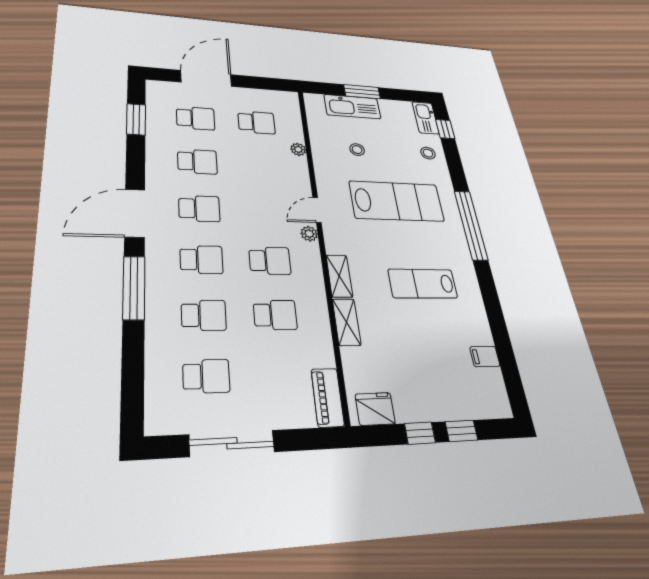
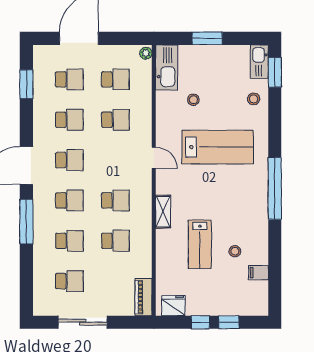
kitchen sink: (352, 107) -> (167, 68), moved, turned -90
window: (445, 129) -> (275, 72), width x1.50
plant: (298, 149) -> (146, 53), moved
school desk: (261, 165) -> (115, 120), added
door: (317, 210) -> (154, 158), swing flipped
window: (471, 225) -> (275, 188), moved
plant: (309, 234) -> (146, 178), removed
lab bench: (423, 284) -> (200, 244), moved, turned -90
shelving: (347, 322) -> (163, 246), removed
stool: (447, 328) -> (235, 251), added

